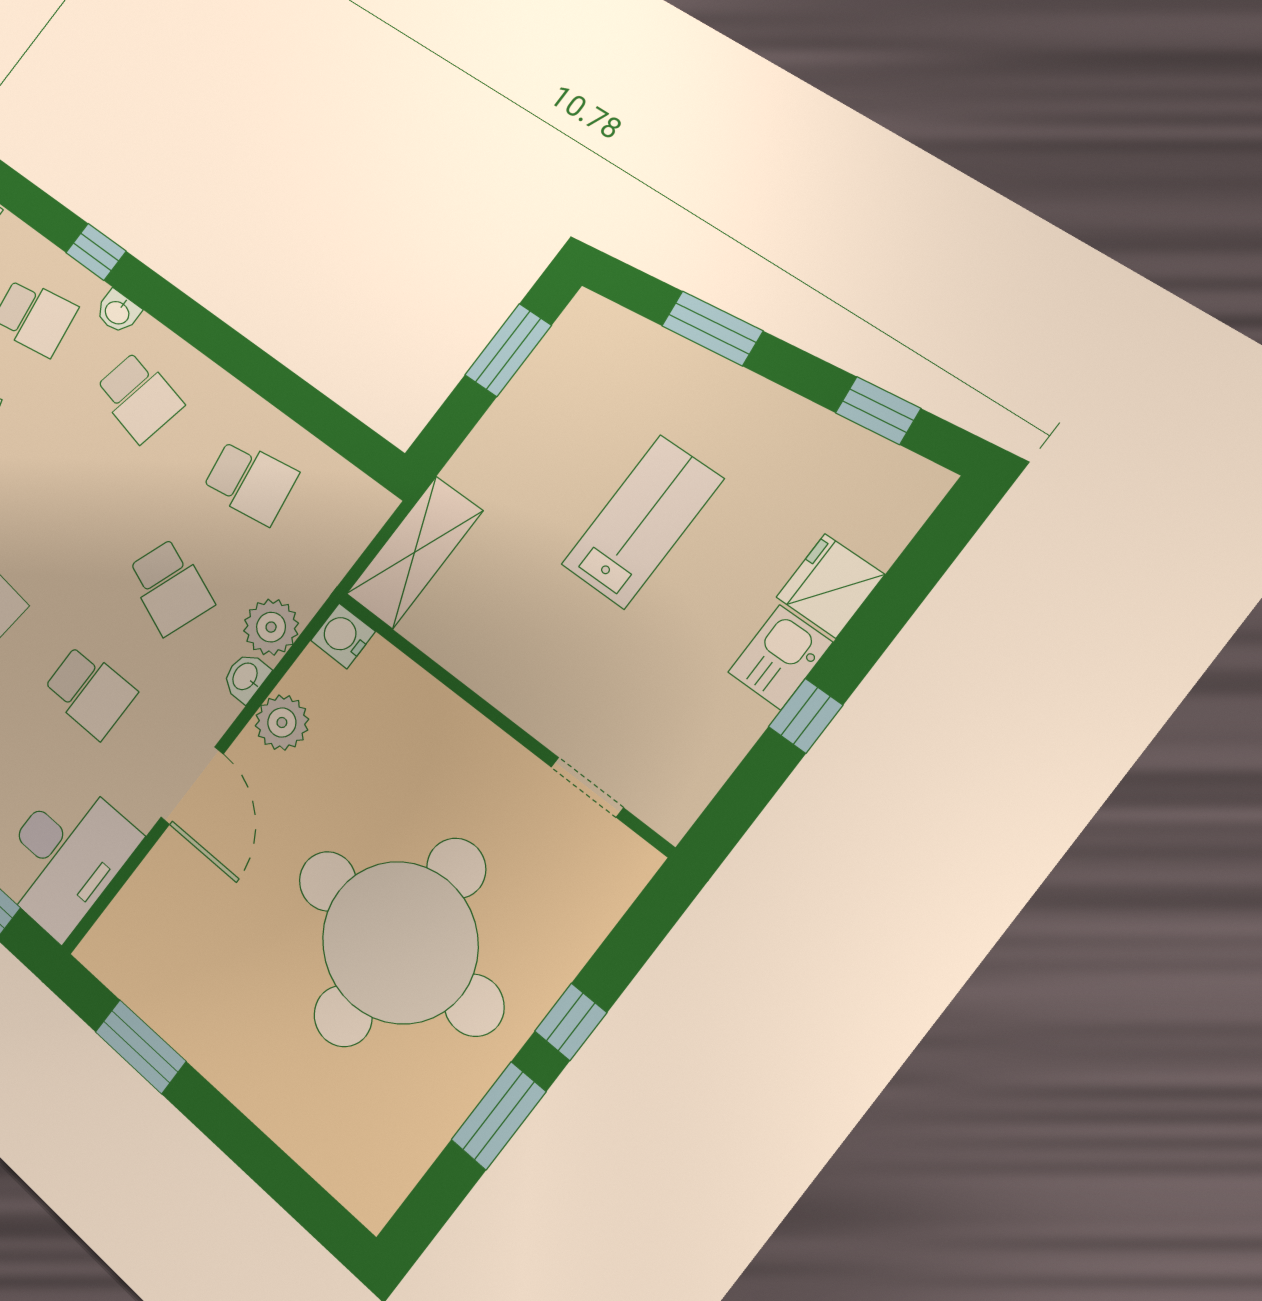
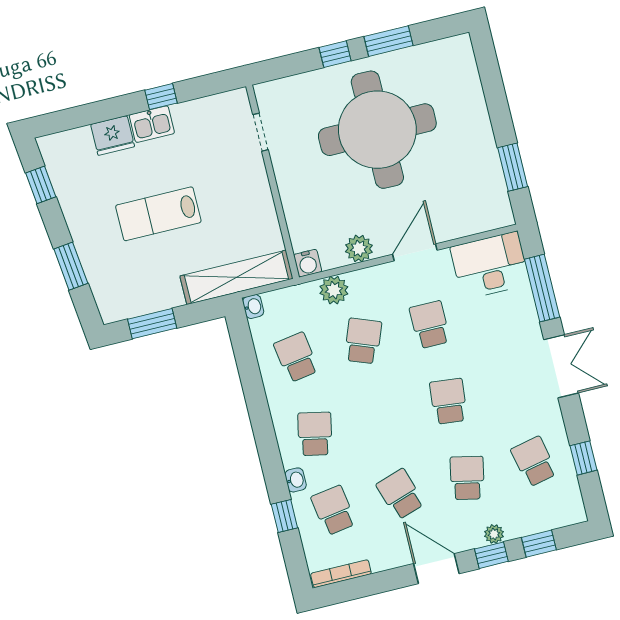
shelving: (415, 552) -> (237, 277), width x1.47
washbasin: (246, 677) -> (253, 307), moved, turned -90

